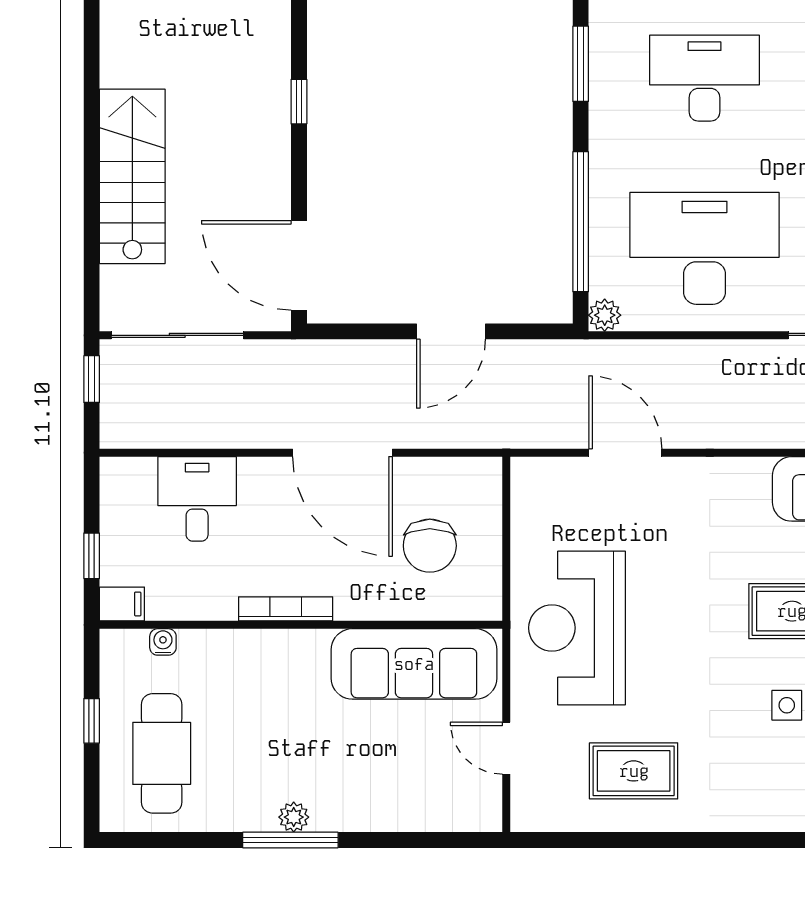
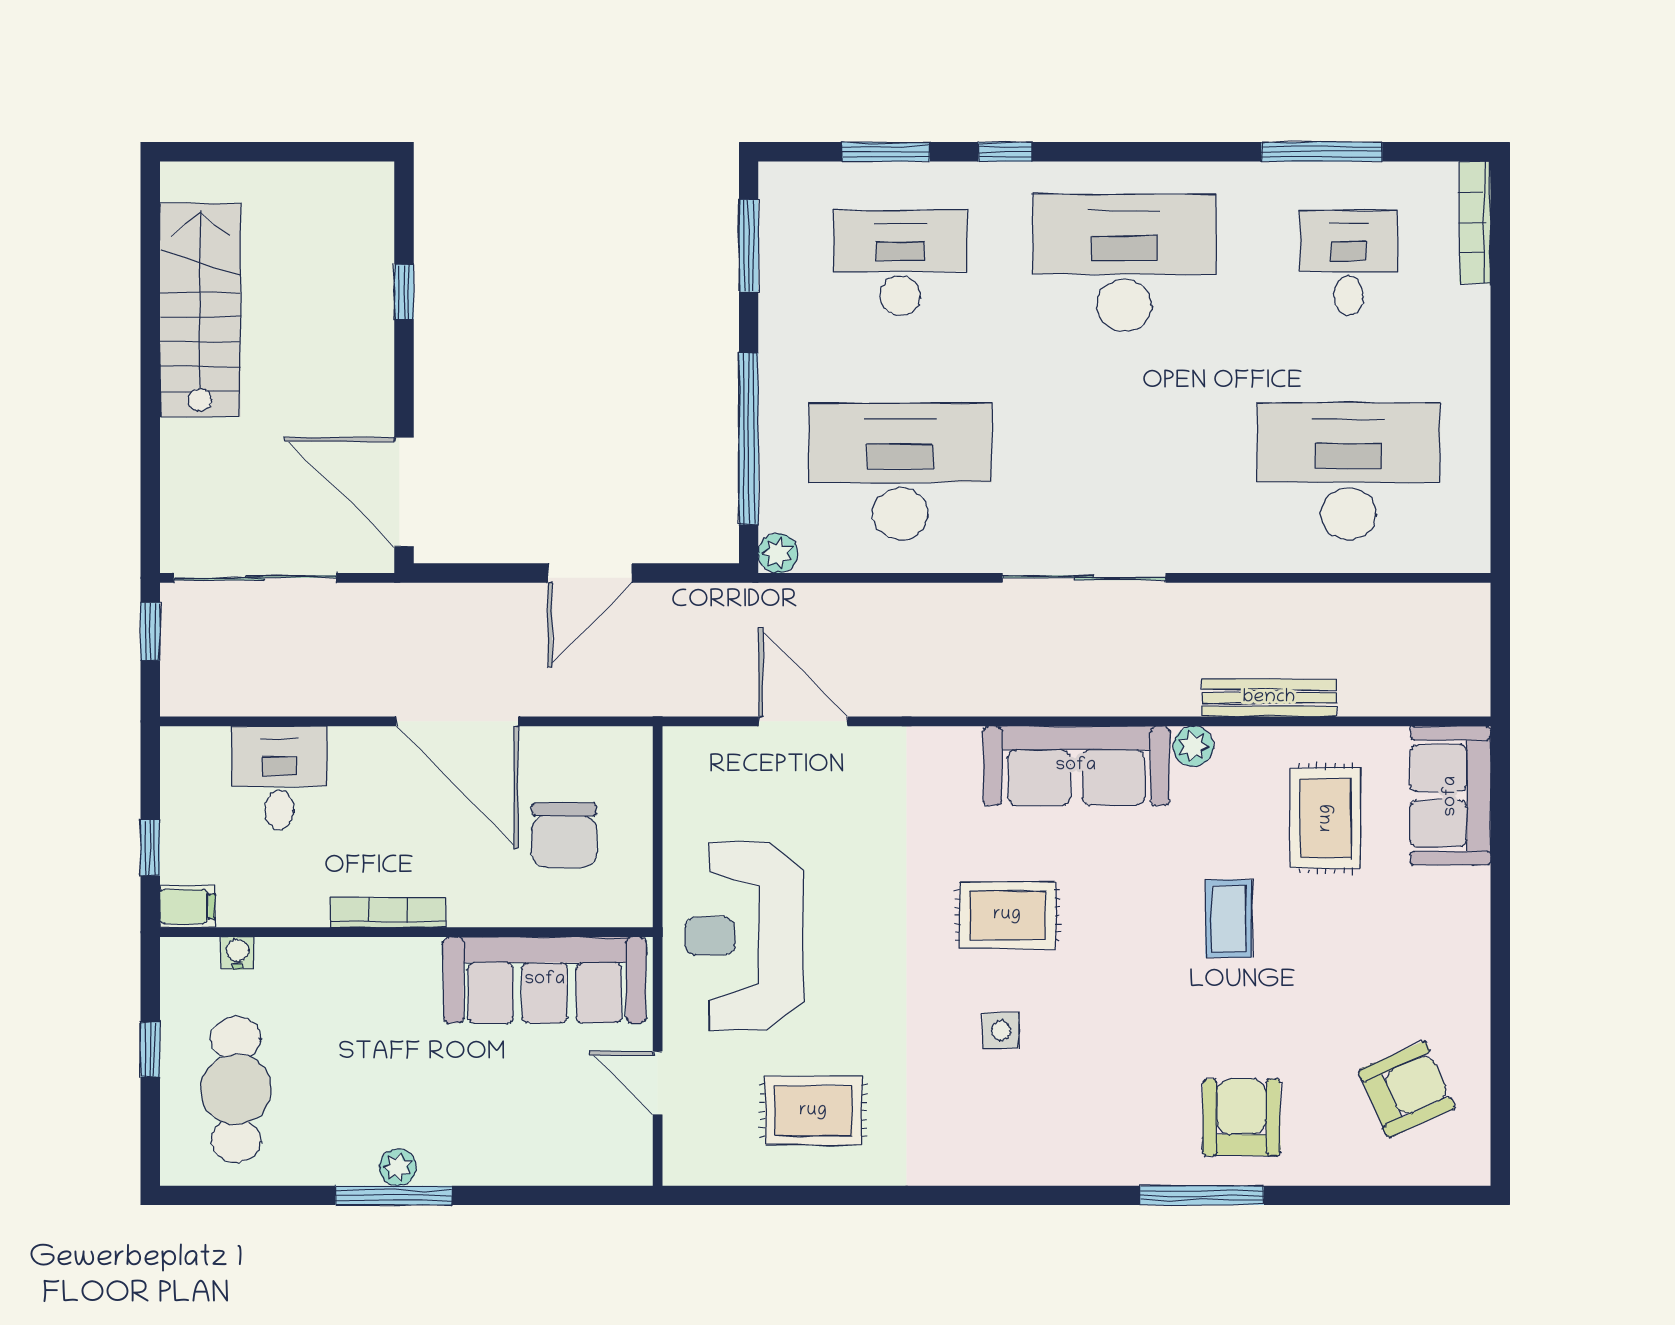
stairs: (132, 176) -> (200, 310), moved

